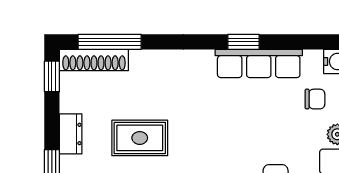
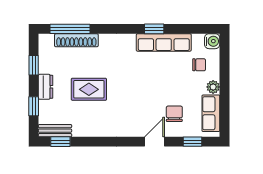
shoe rack: (94, 60) -> (76, 40), moved
window: (52, 76) -> (34, 65), moved

